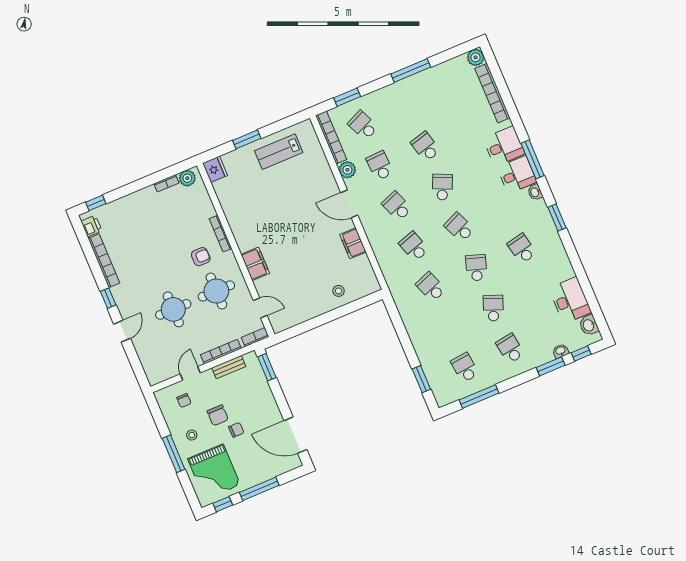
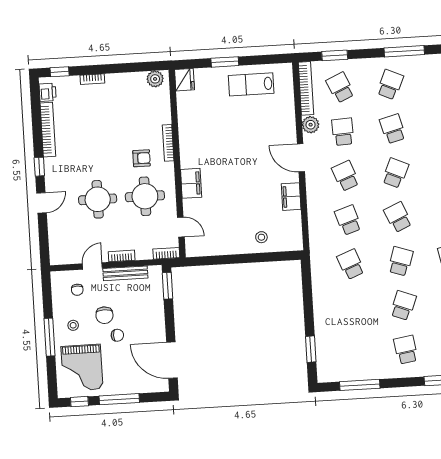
bookcase: (166, 183) -> (92, 79), moved
bookcase: (221, 352) -> (122, 256), width x0.64
bench: (229, 367) -> (125, 273), width x1.36
school desk: (465, 368) -> (390, 85), moved, turned 30

